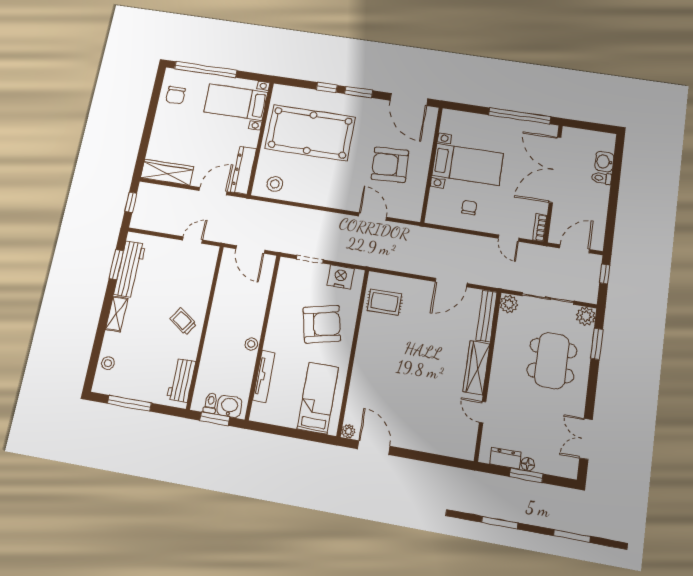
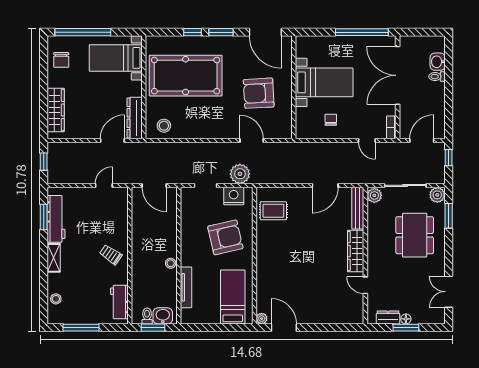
wardrobe: (167, 172) -> (56, 110), moved, turned 90
plant: (352, 252) -> (240, 174), added

